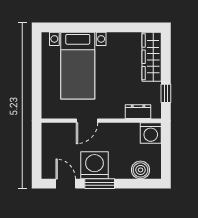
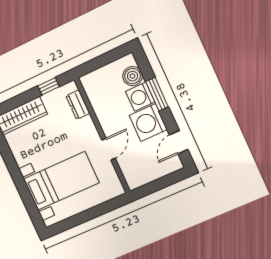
door: (87, 121) -> (108, 149), hinge flipped
washing machine: (151, 133) -> (140, 97), moved, turned 180
window: (100, 184) -> (157, 94), moved

